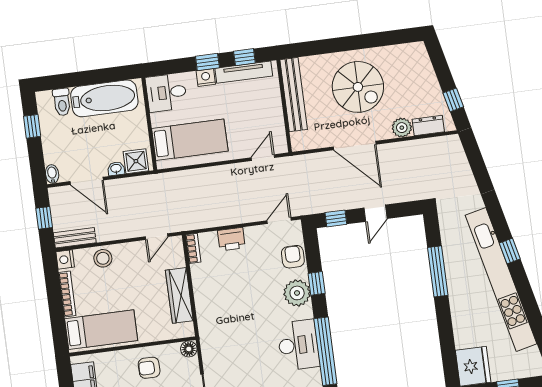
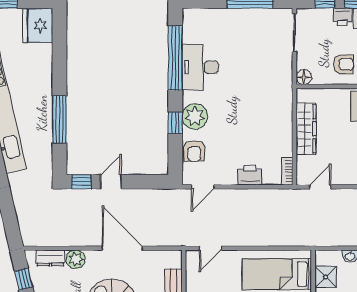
shower: (136, 161) -> (326, 277), moved
window: (336, 218) -> (81, 182), moved

